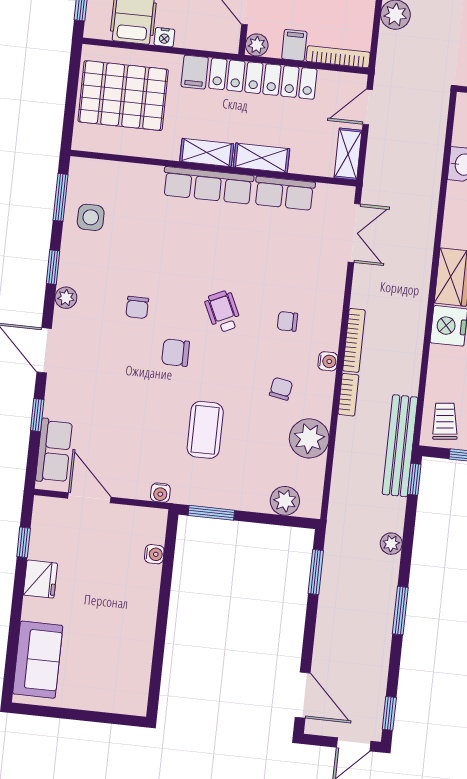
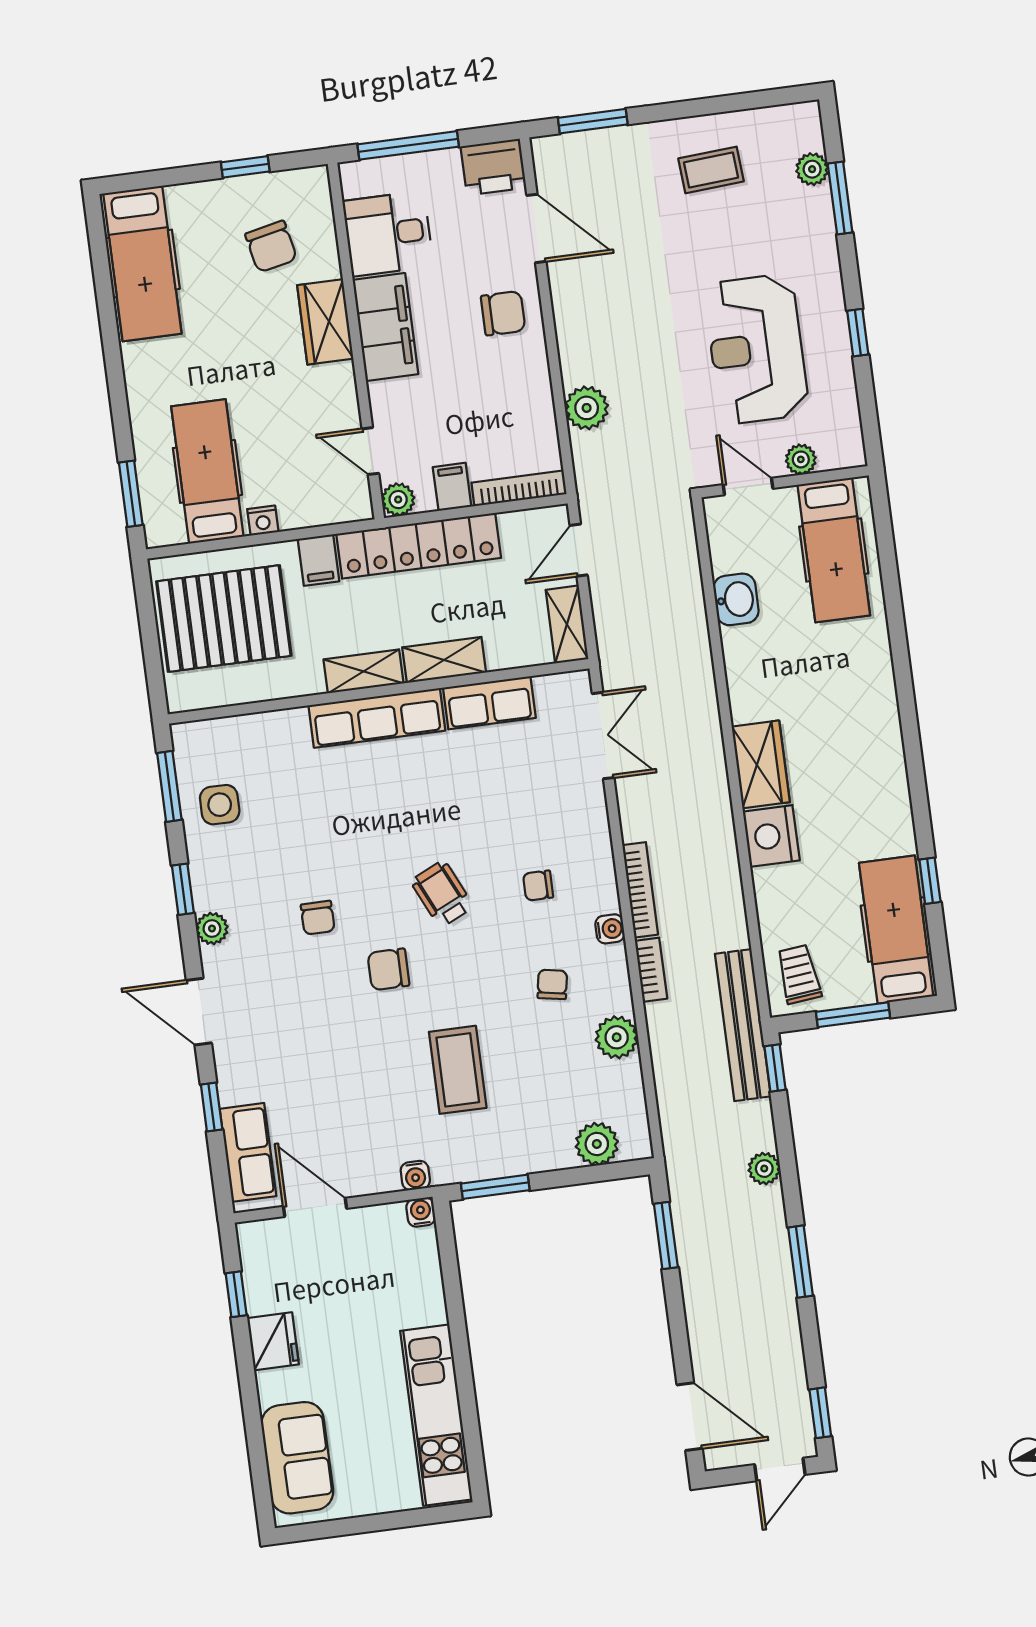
plant: (309, 438) -> (617, 1037), width x0.73, depth x0.73
water cooler: (154, 554) -> (421, 1212), moved, turned -90
kitchen unit: (136, 654) -> (436, 1415), added

